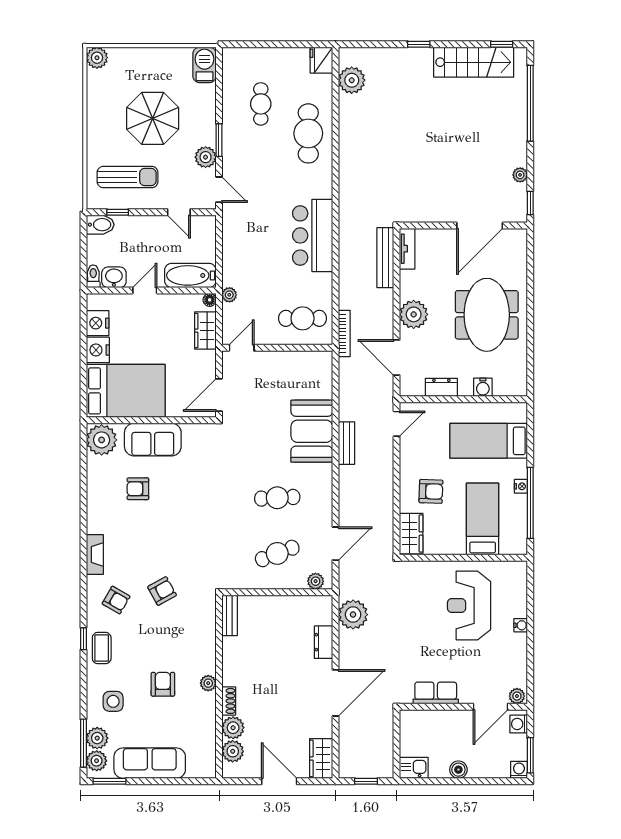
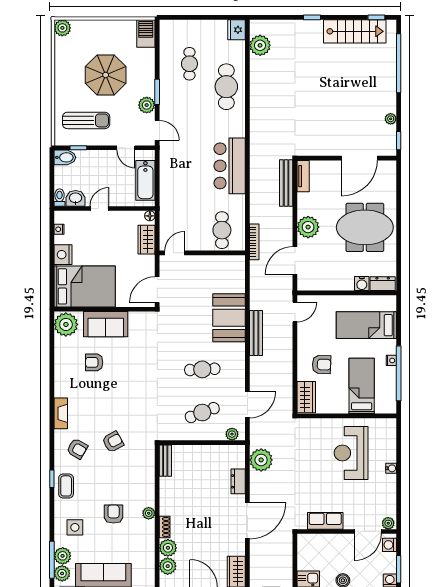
bathtub: (190, 275) -> (145, 180), moved, turned -90
plant: (229, 295) -> (165, 212), removed
meeting table: (487, 315) -> (365, 227), turned 90
cafe table: (303, 318) -> (222, 230), turned 90
nightstand: (98, 323) -> (59, 229), width x0.53, depth x0.56
door: (397, 358) -> (295, 261), hinge flipped
dresser: (441, 387) -> (383, 284), moved
bench: (346, 443) -> (256, 333), width x1.36

